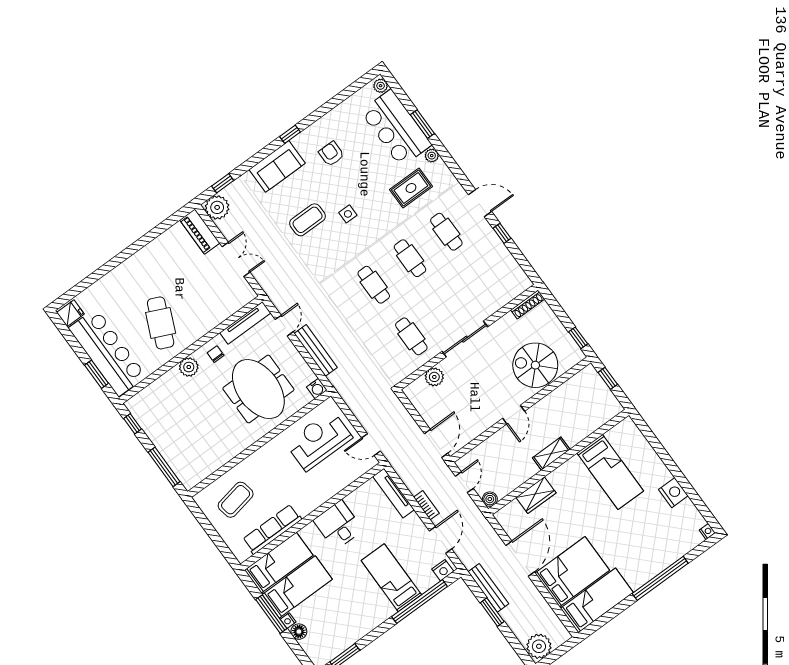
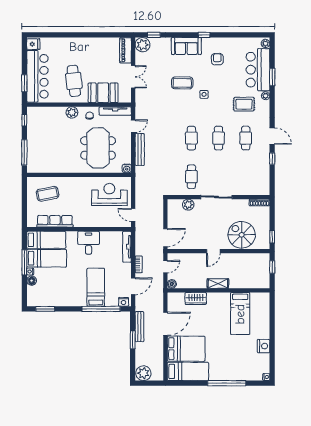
booth: (211, 310) -> (103, 93), added
cafe table: (161, 323) -> (74, 81), turned -30

